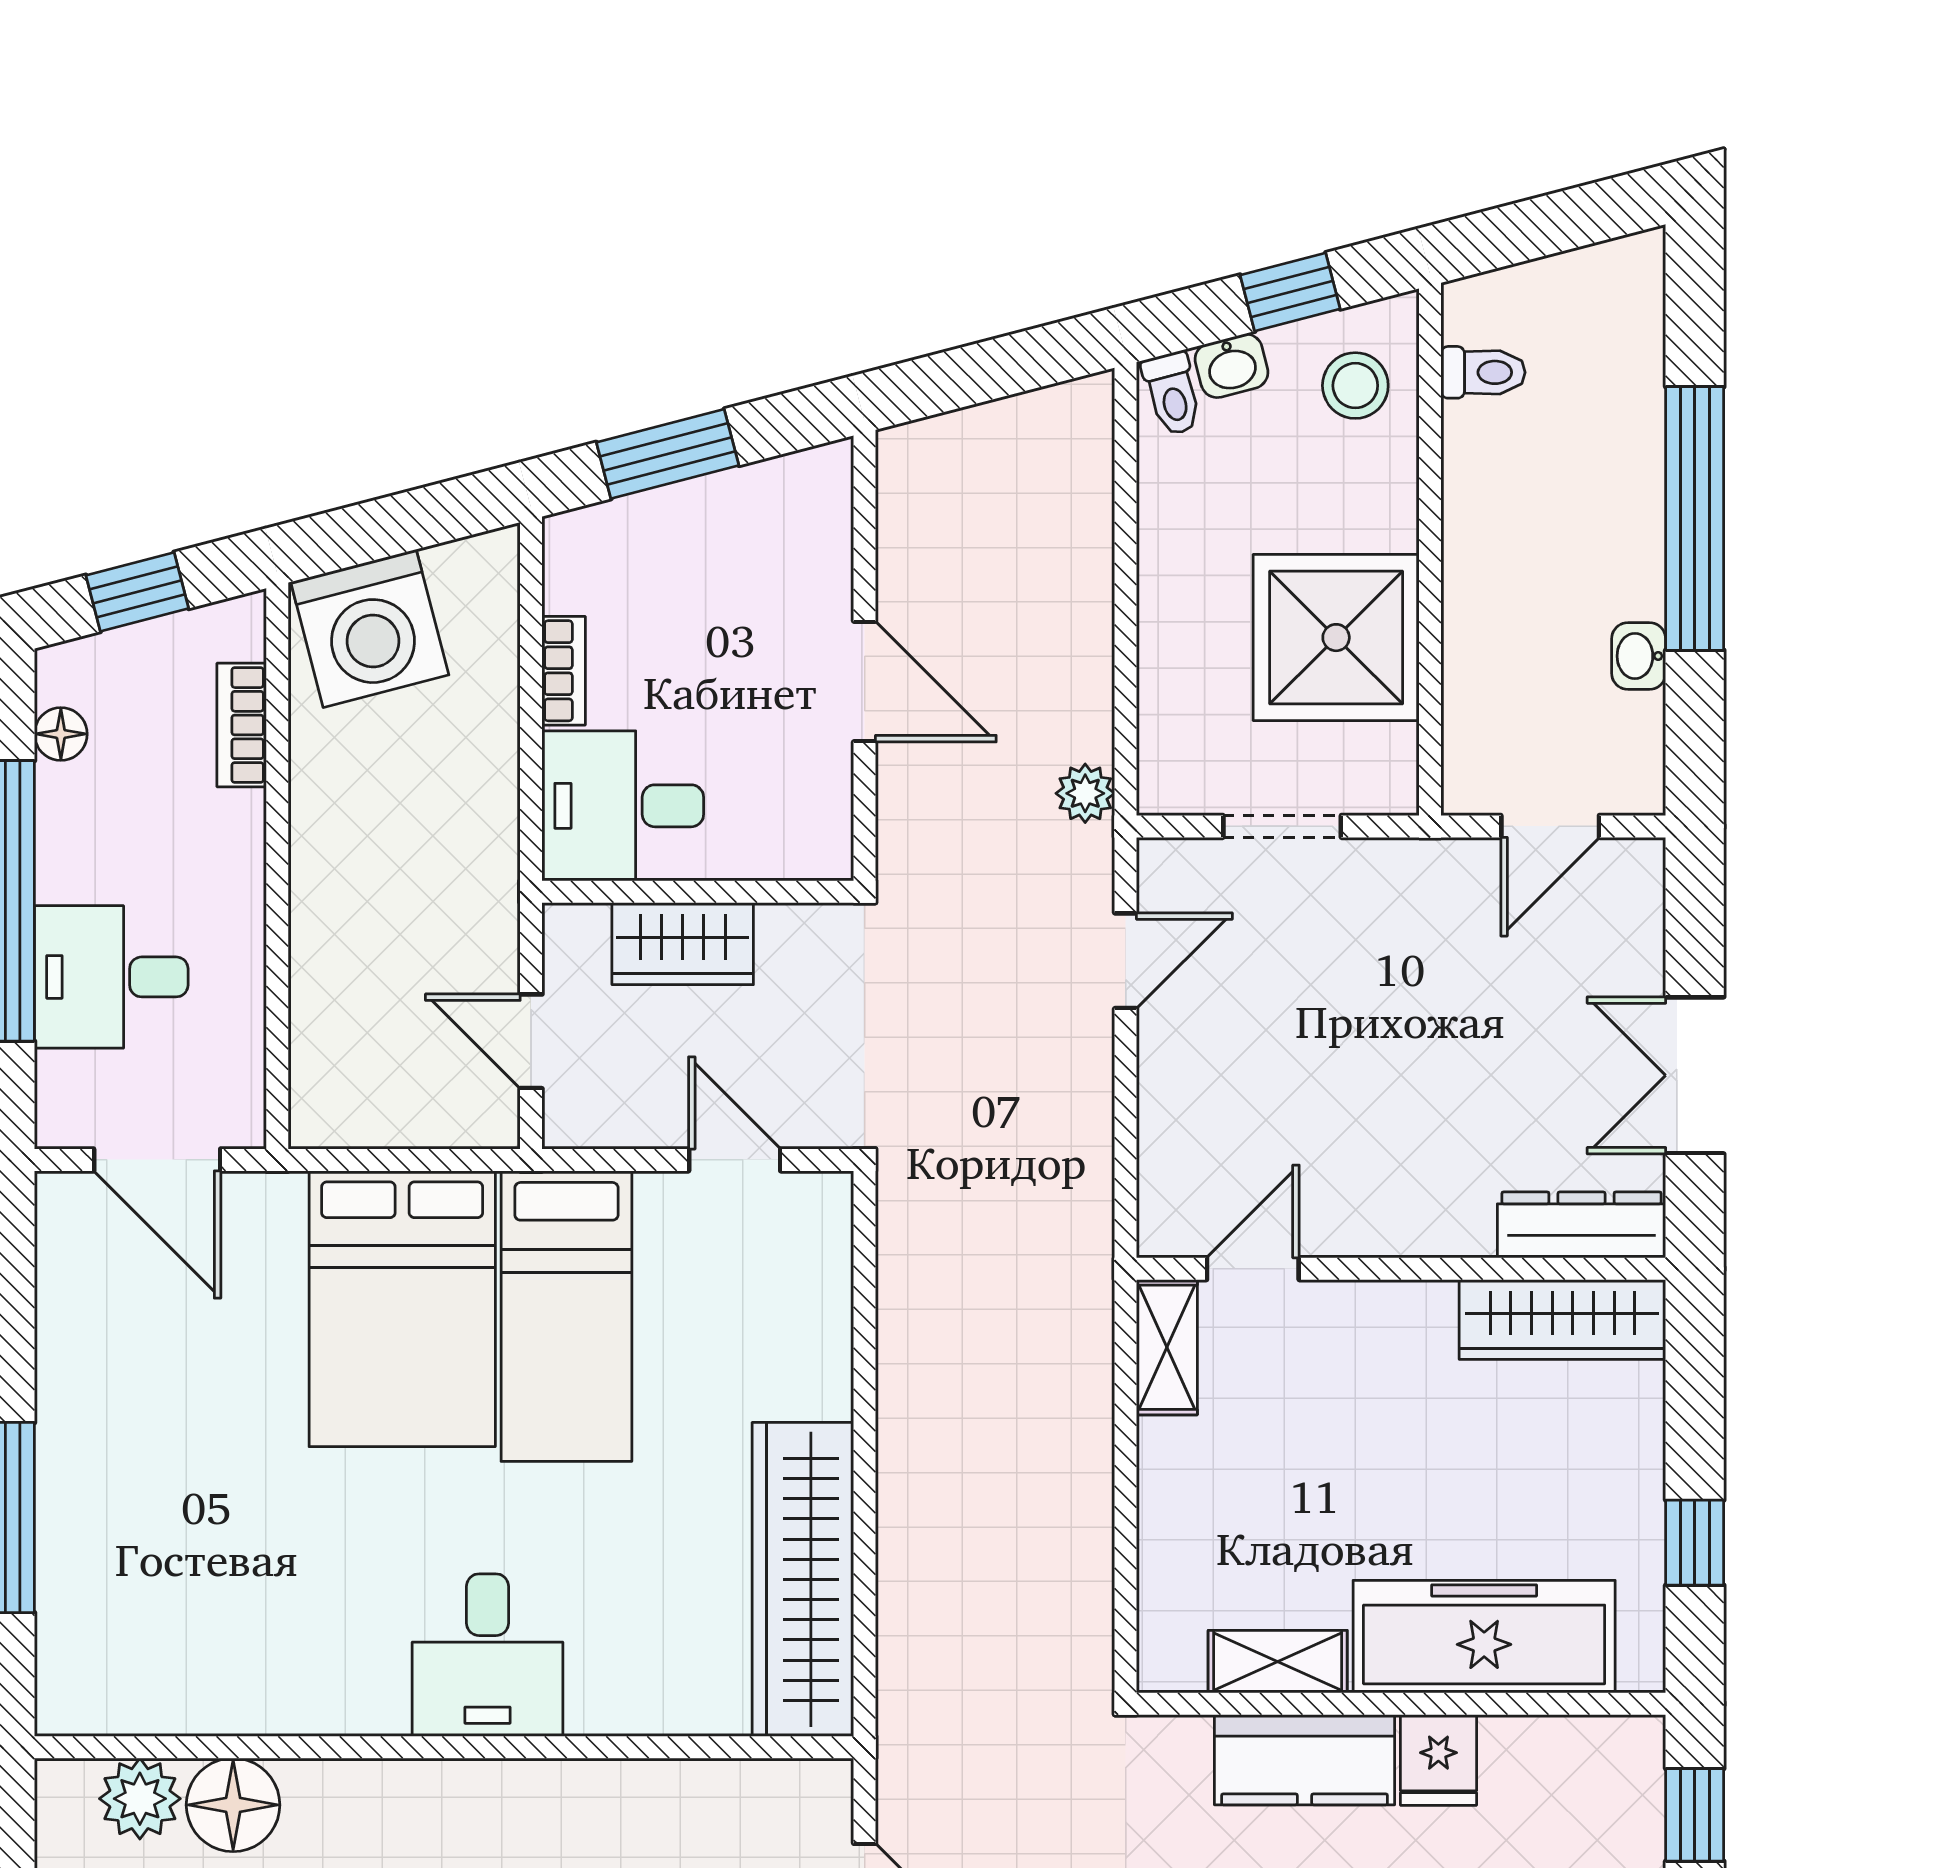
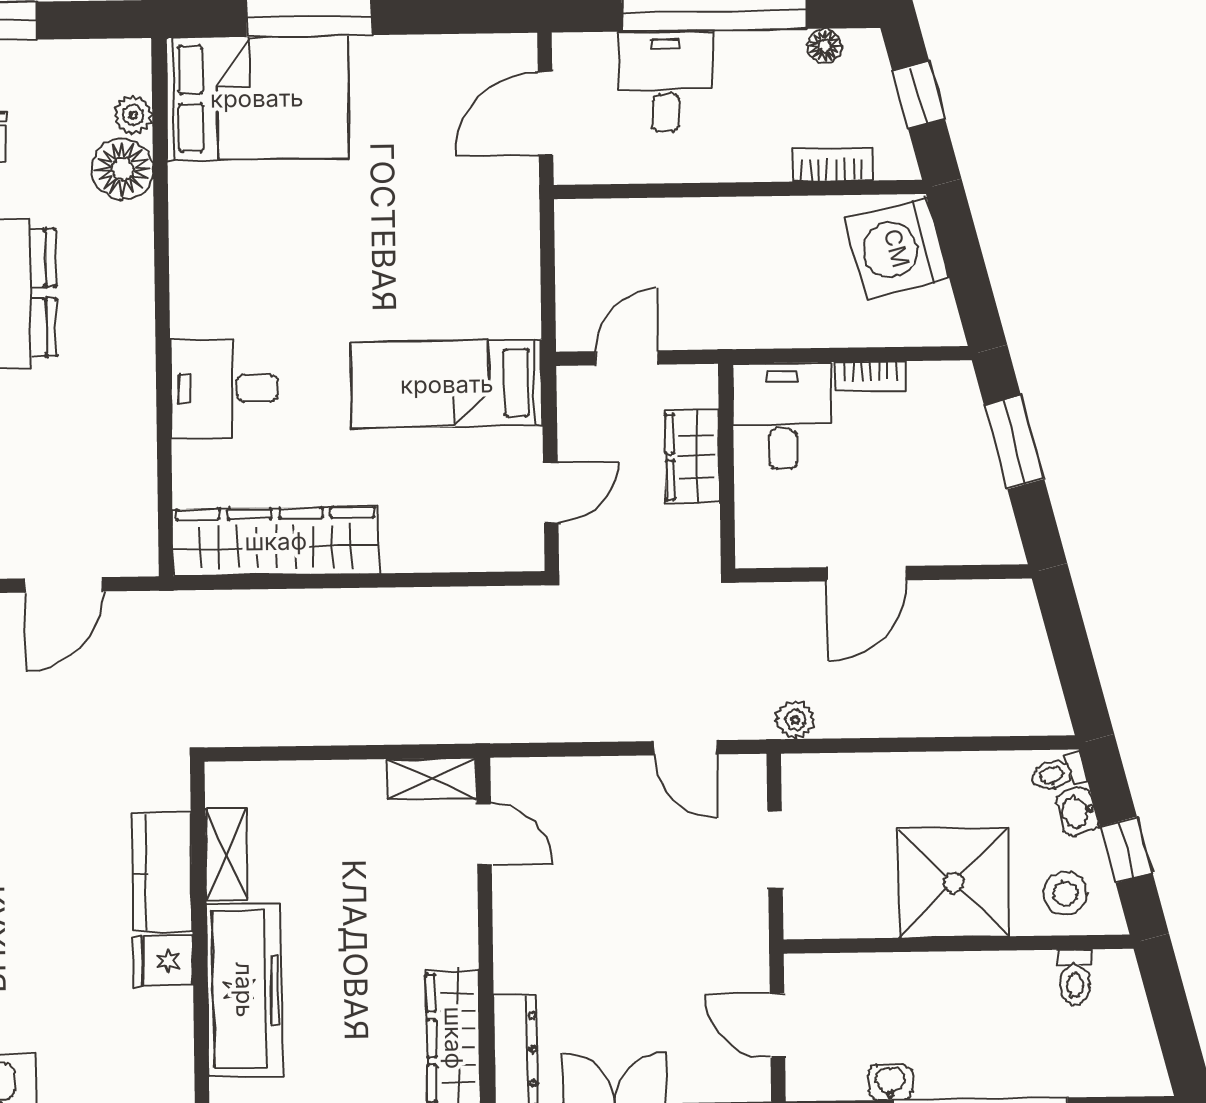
shower: (1336, 638) -> (954, 882), moved
bed: (402, 1309) -> (257, 98), moved, turned 180
desk: (487, 1655) -> (224, 388), moved
plant: (140, 1799) -> (133, 115), width x0.73, depth x0.73

